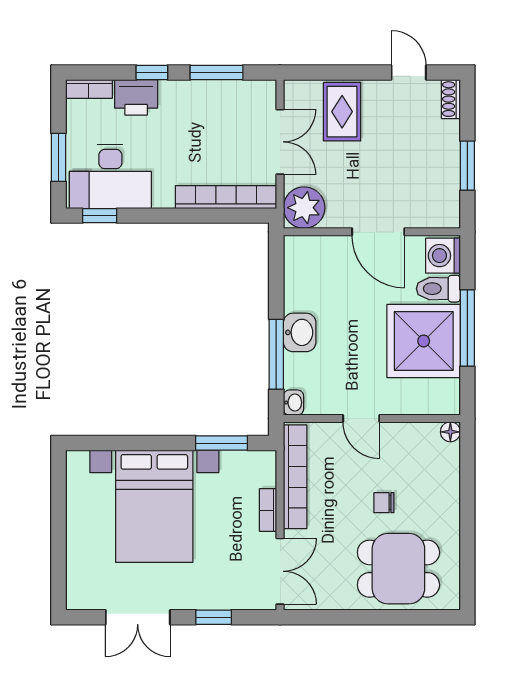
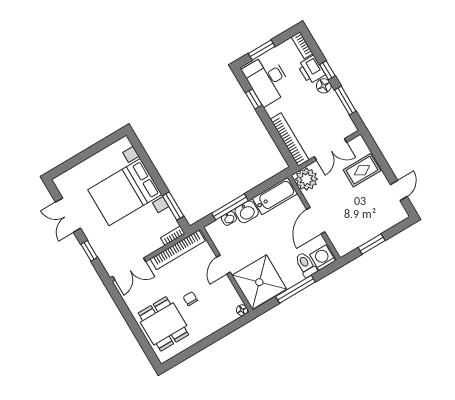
floor lamp: (173, 93) -> (324, 86), added
shoe rack: (451, 99) -> (398, 218), removed
window: (100, 216) -> (254, 99), moved
bathtub: (301, 273) -> (275, 196), added
shower: (424, 341) -> (259, 282), moved
washbasin: (293, 403) -> (229, 218), moved
bookcase: (268, 510) -> (173, 236), moved

